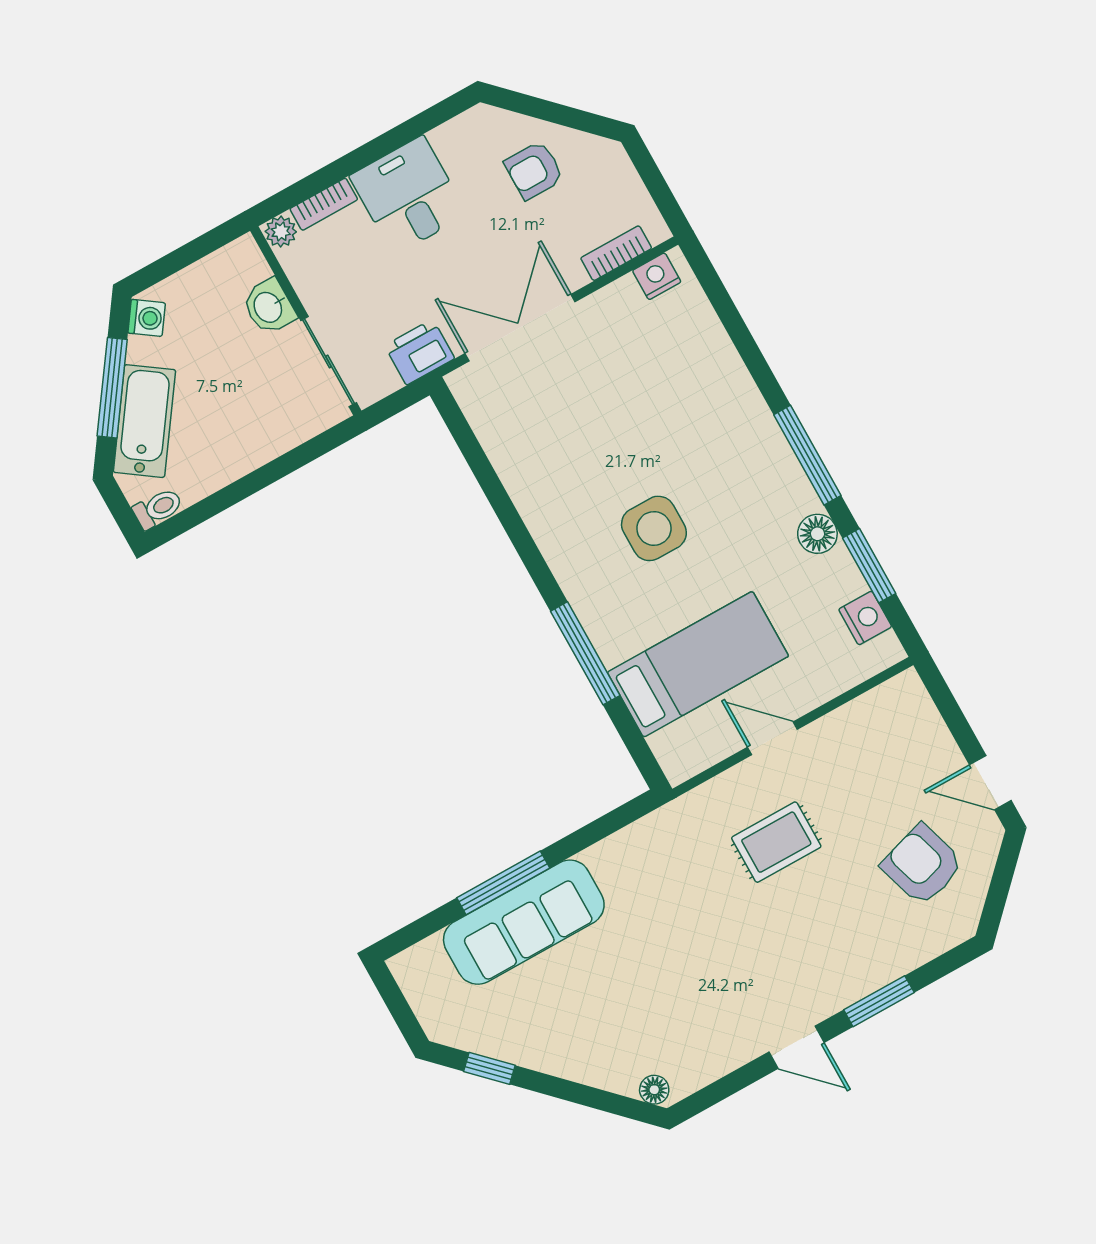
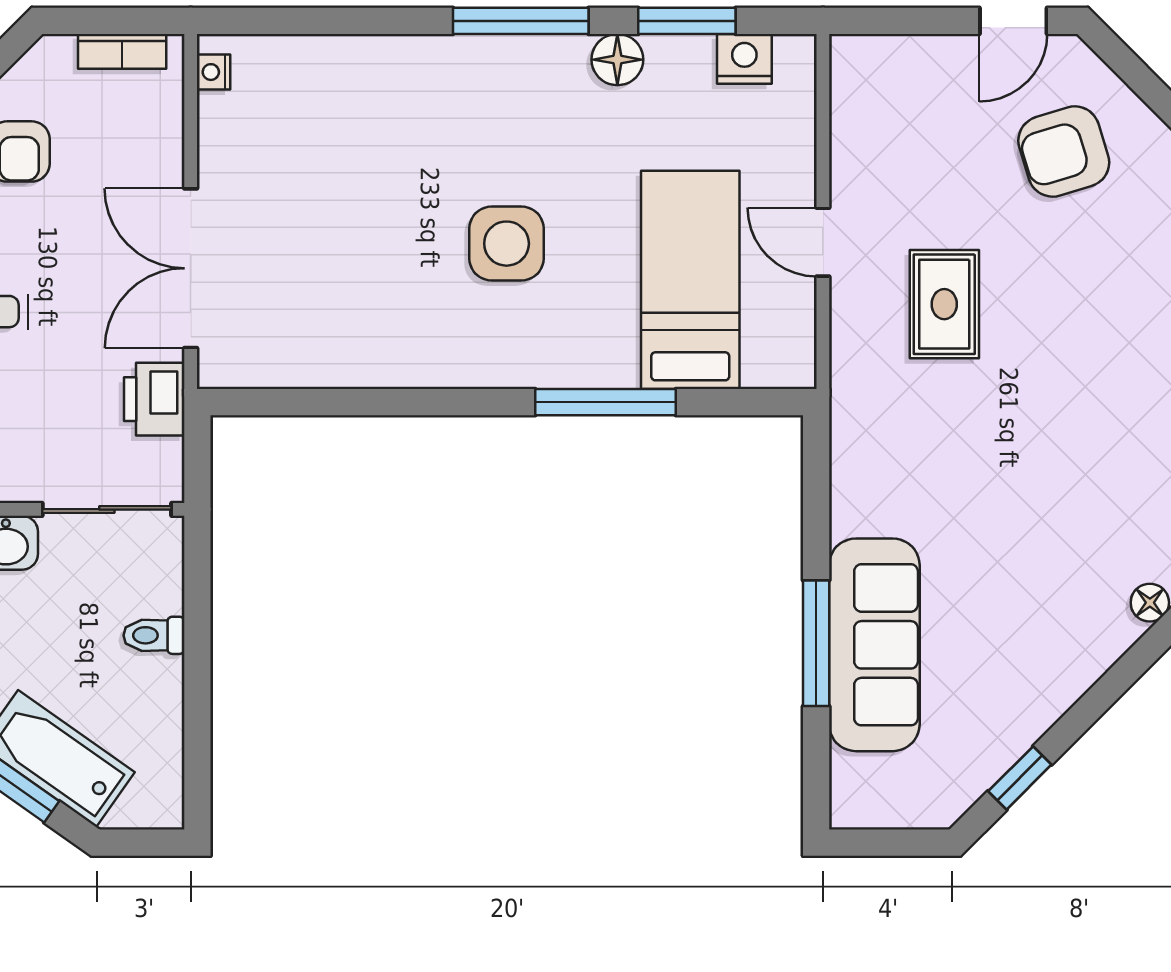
bookcase: (616, 253) -> (122, 51), moved, turned -90
nightstand: (657, 276) -> (213, 72), width x0.72, depth x0.74
toilet: (158, 508) -> (154, 635), moved, turned -90
door: (772, 738) -> (823, 242), hinge flipped

